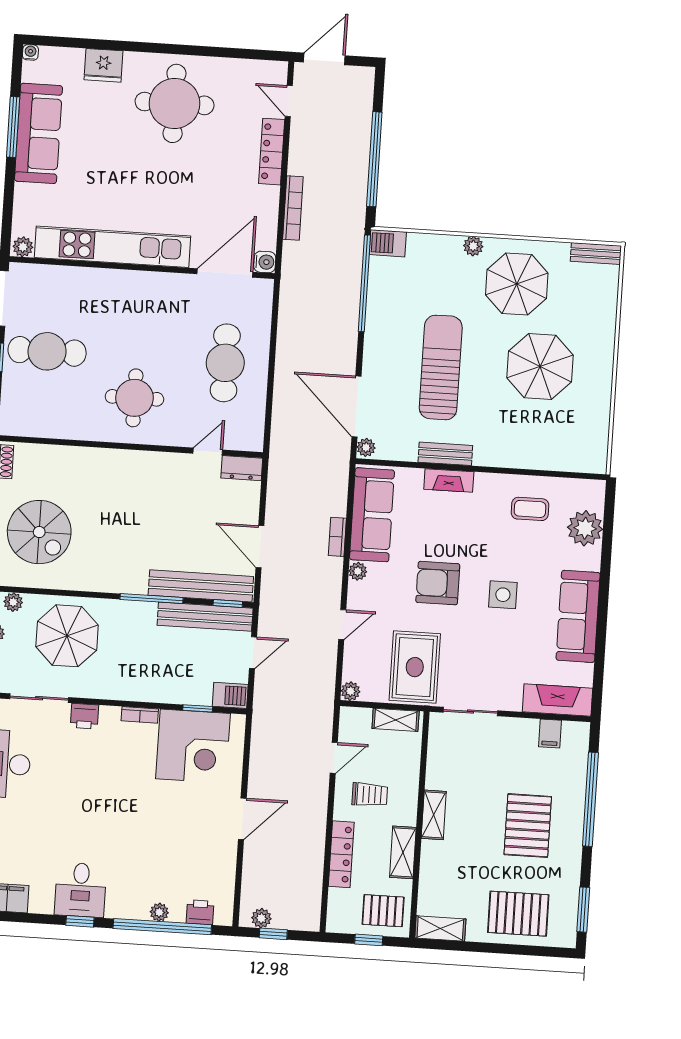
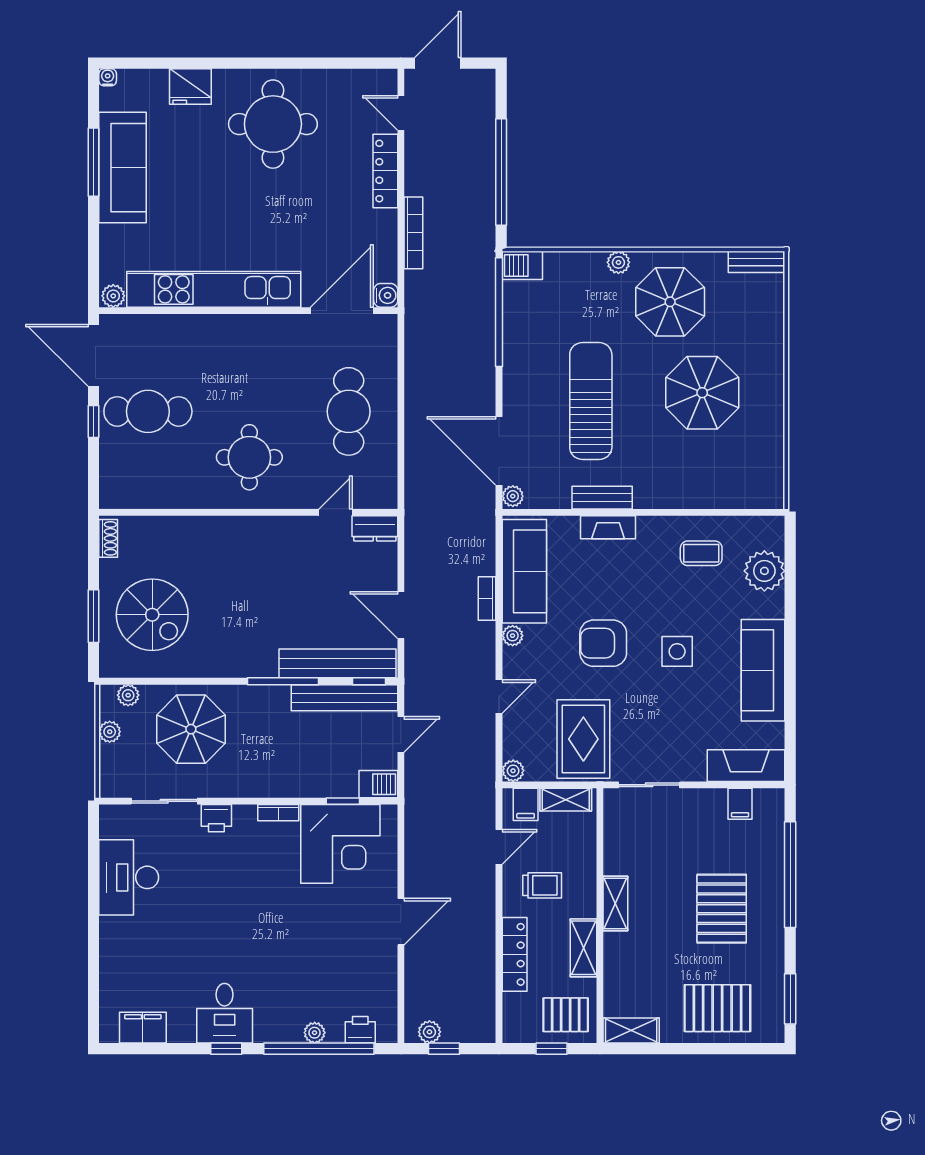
filing cabinet: (360, 722) -> (526, 804), added

